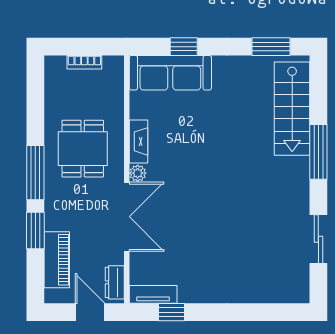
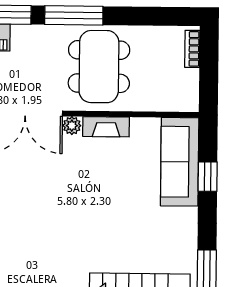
bookcase: (84, 62) -> (192, 49), moved
dining table: (83, 149) -> (99, 67), width x1.37

